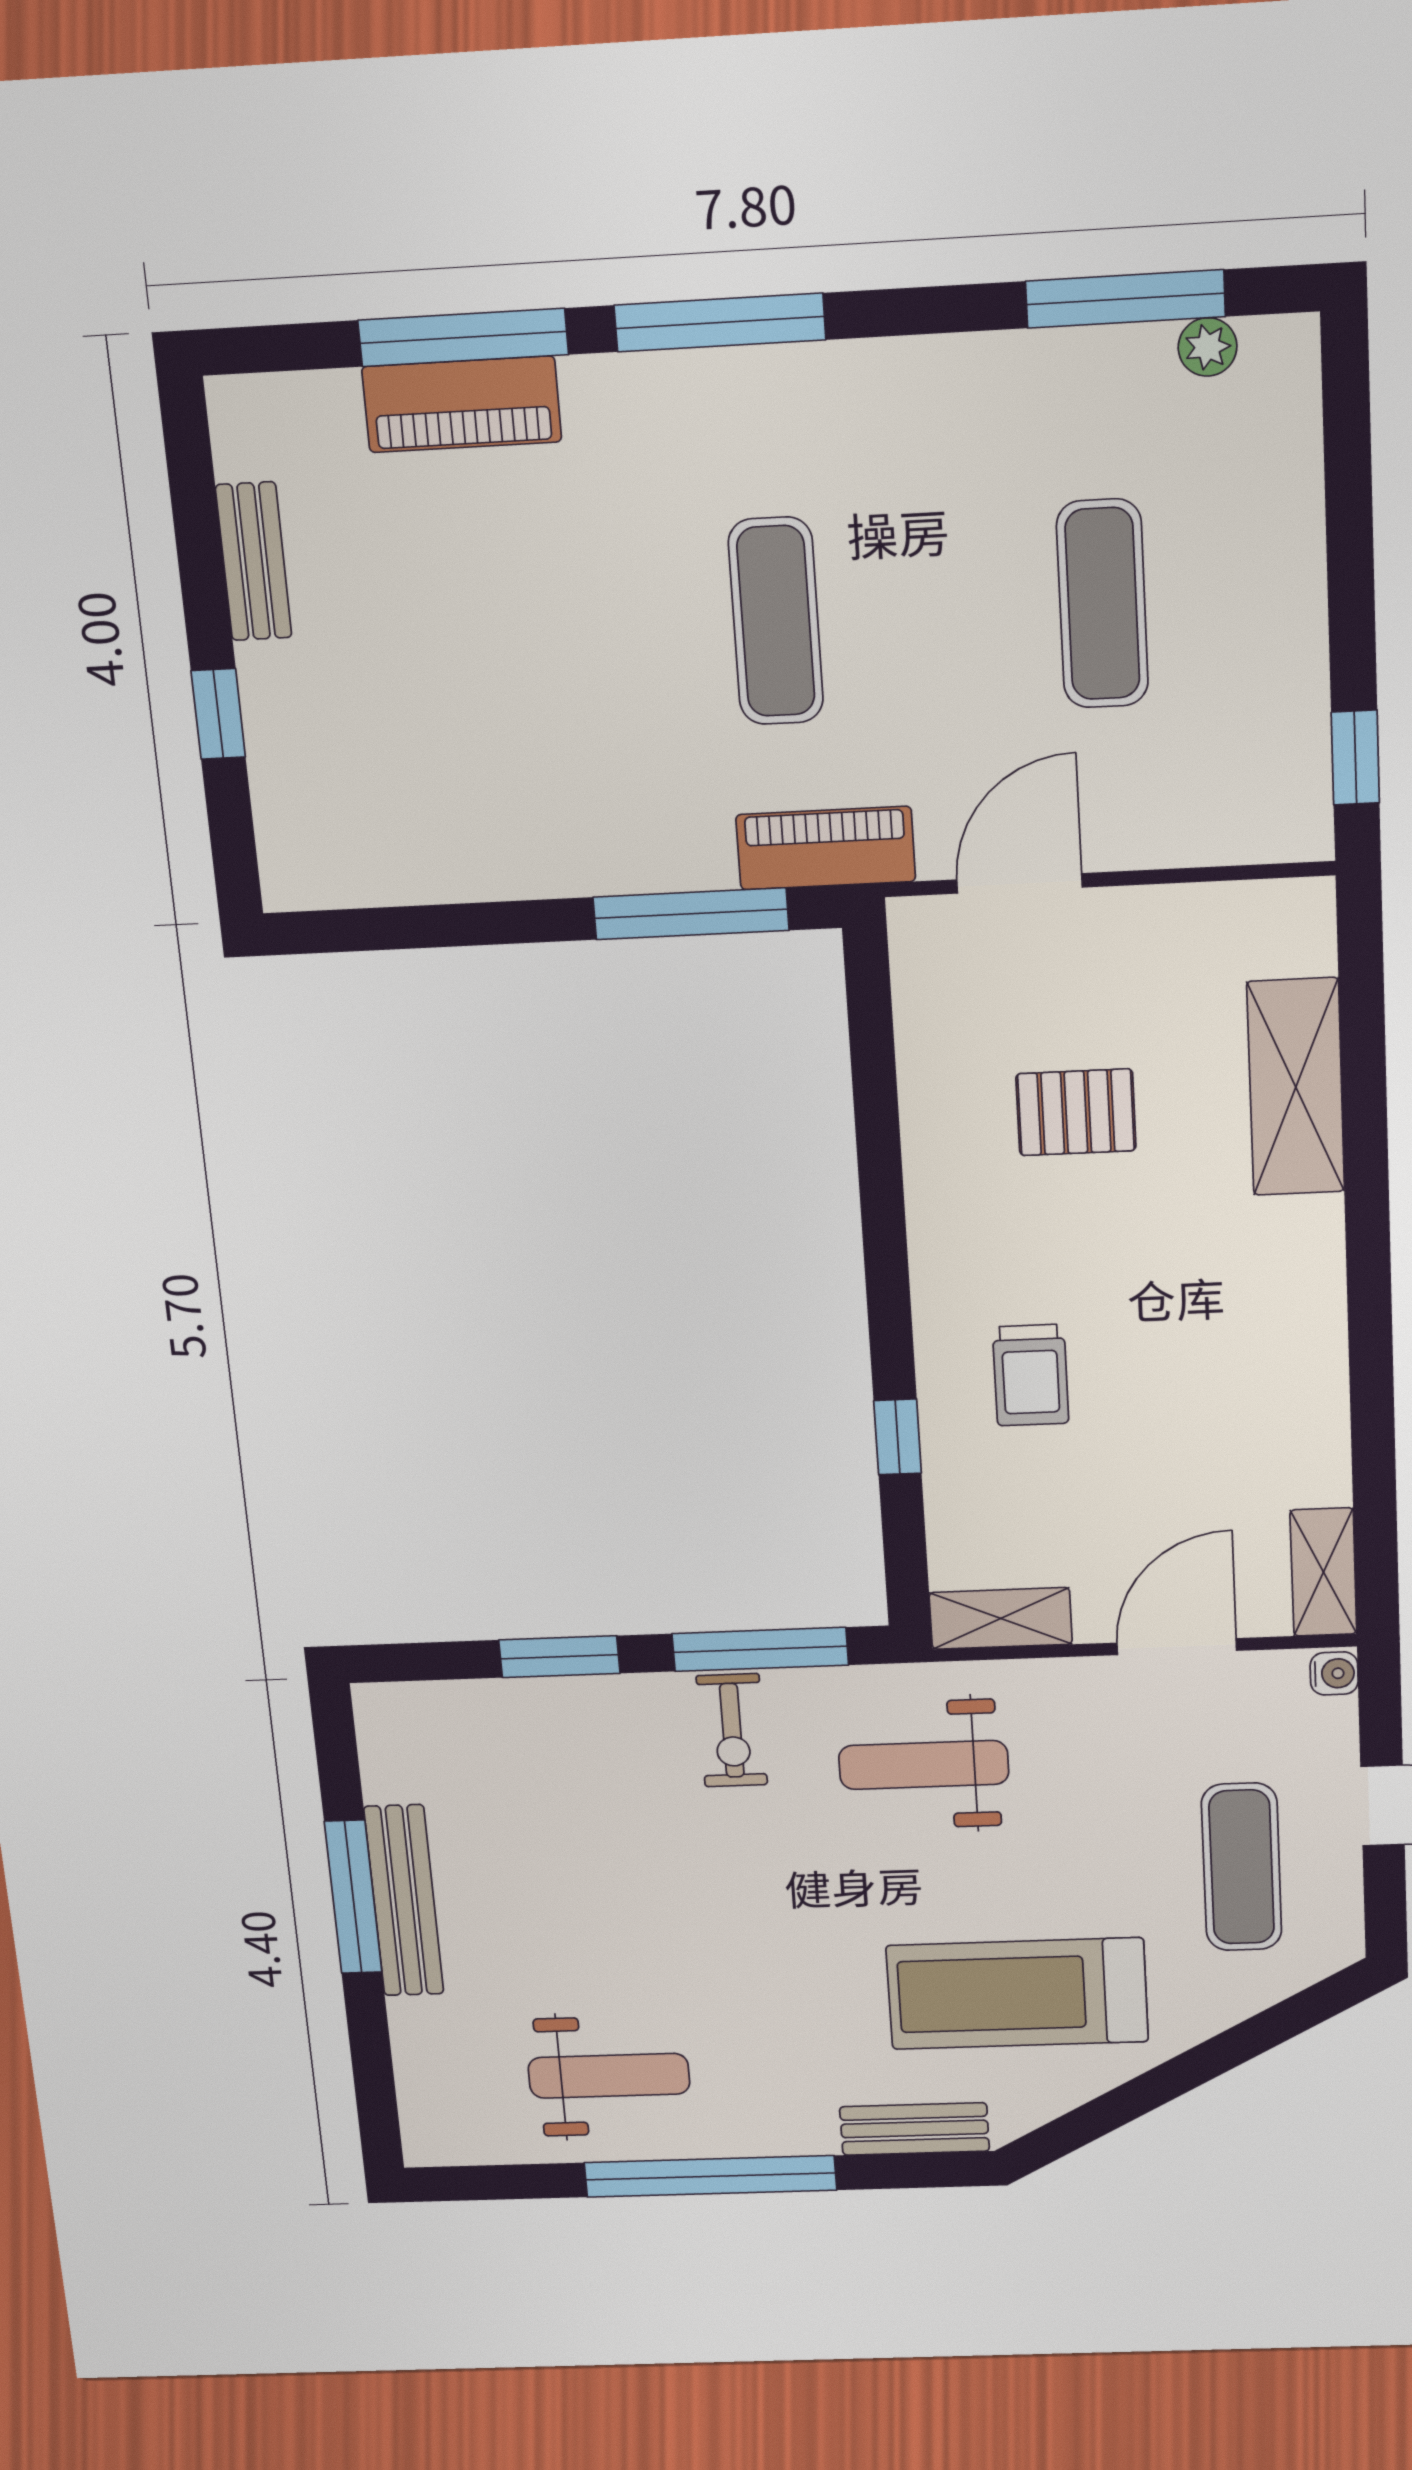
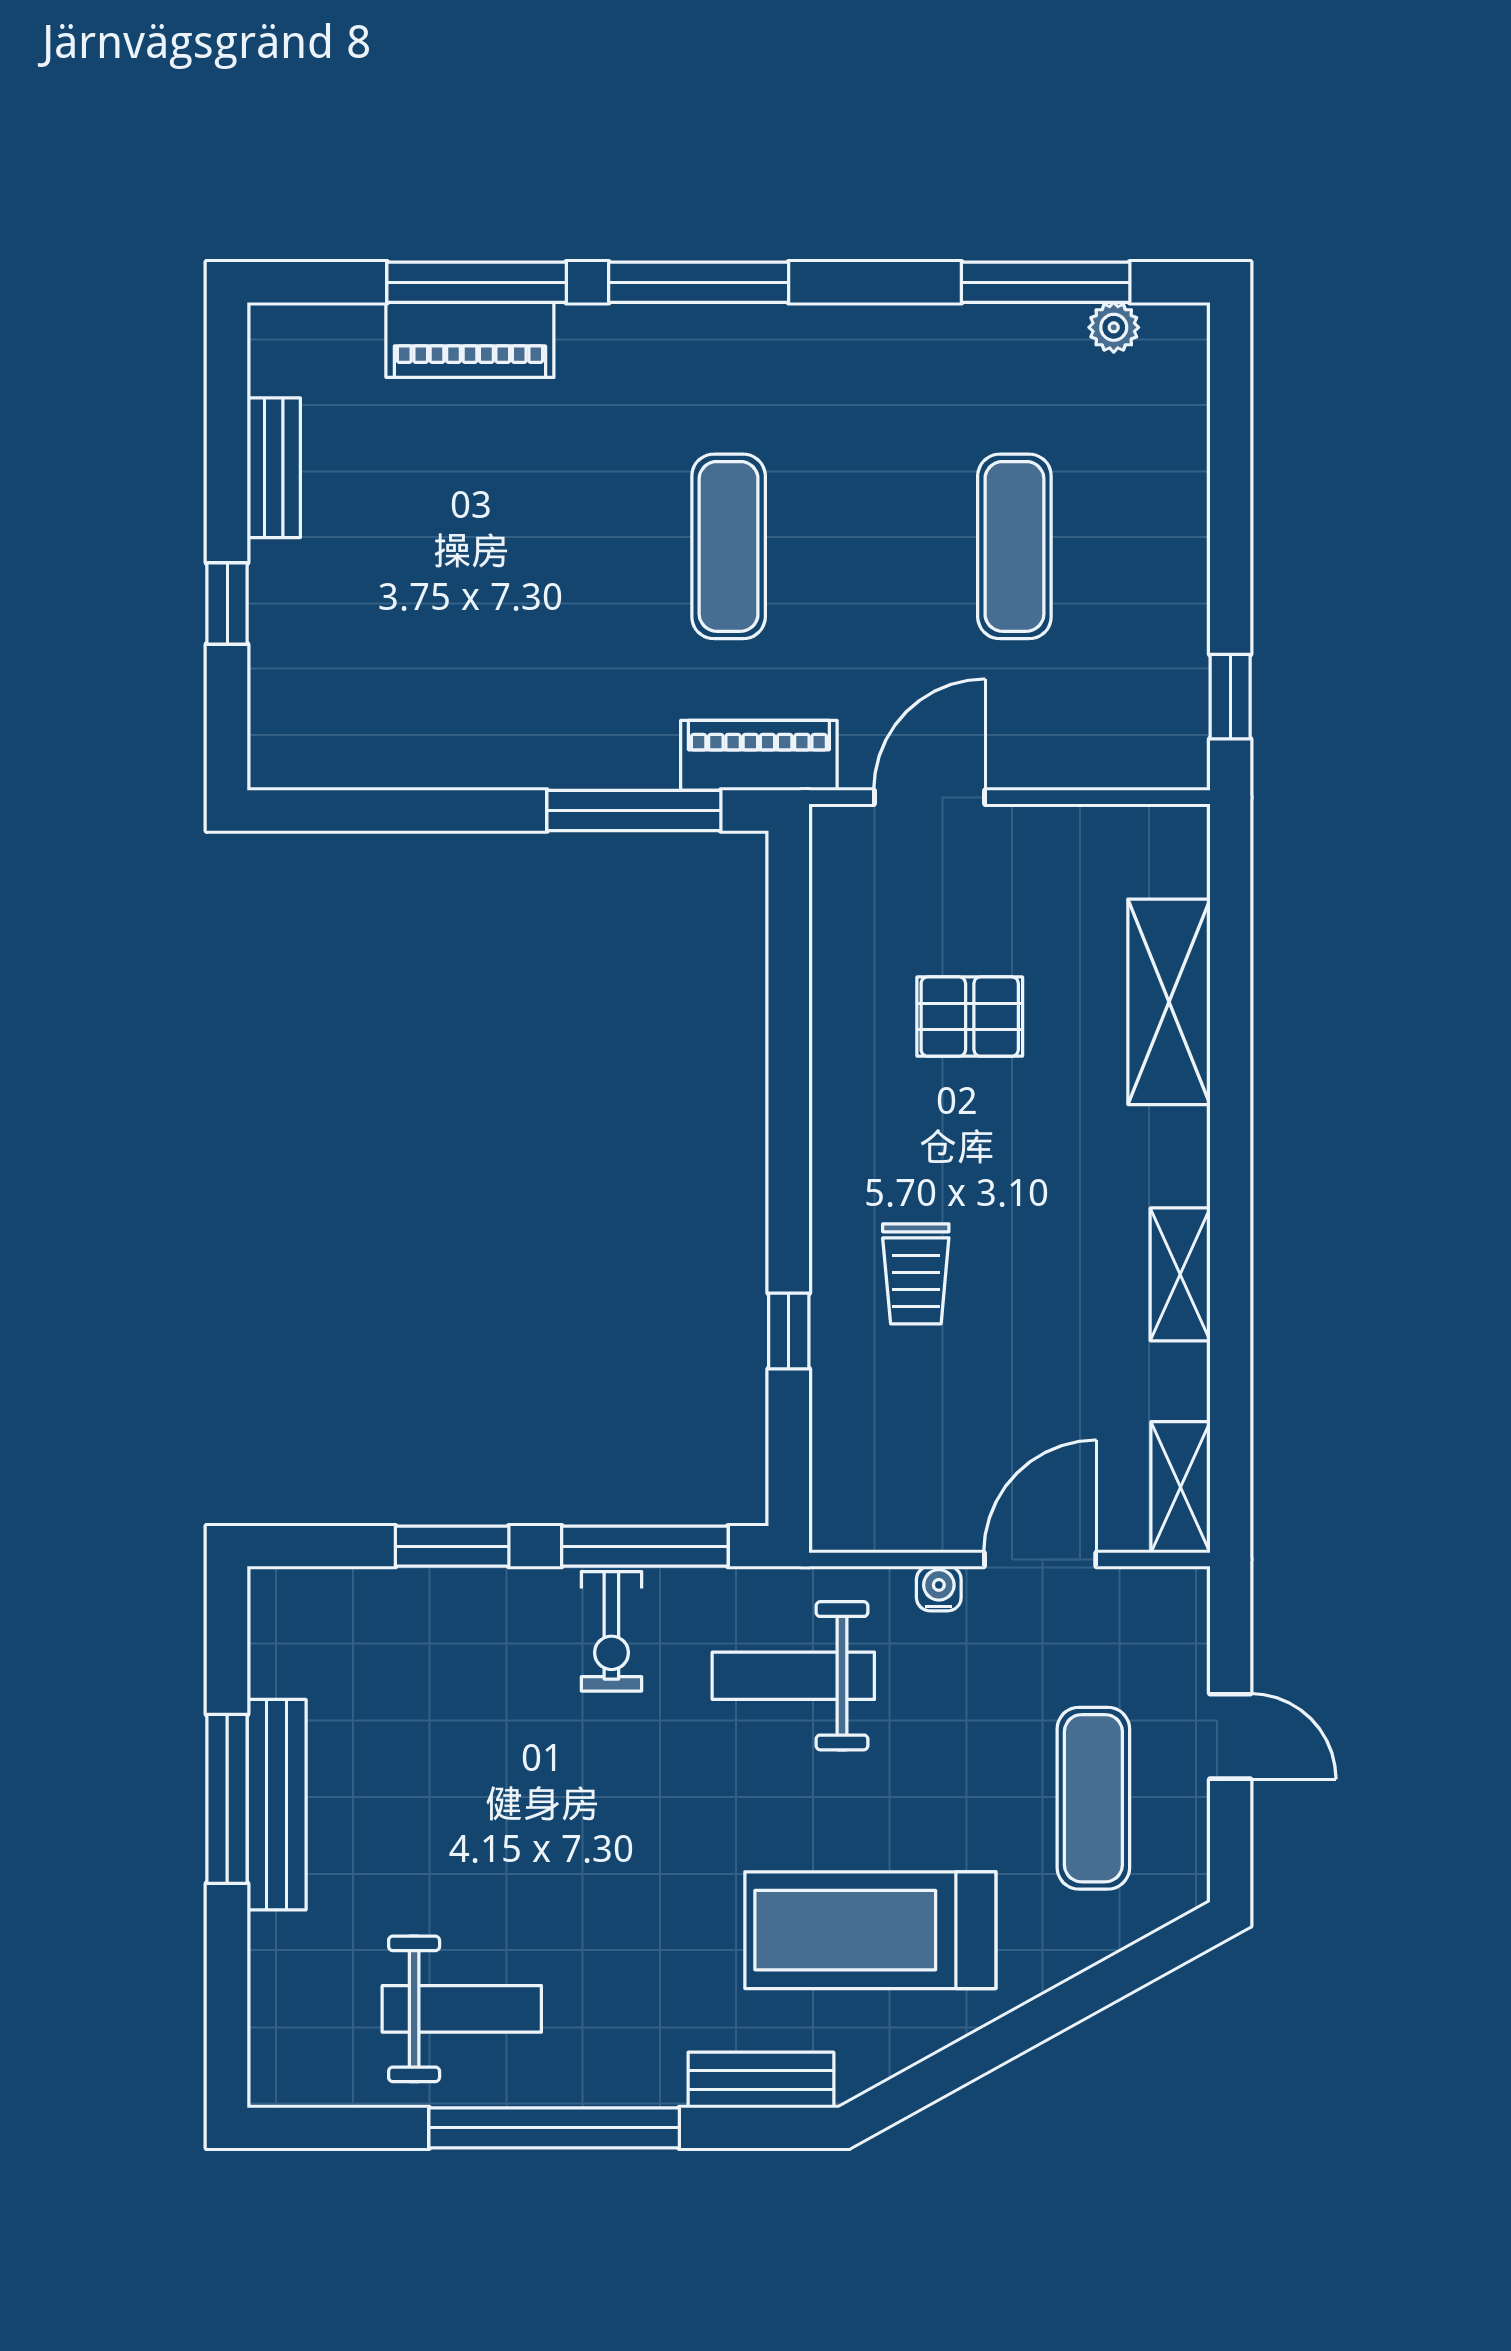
shelving: (1001, 1618) -> (1180, 1274), moved, turned 90
water cooler: (1334, 1673) -> (939, 1588), moved, turned -90

